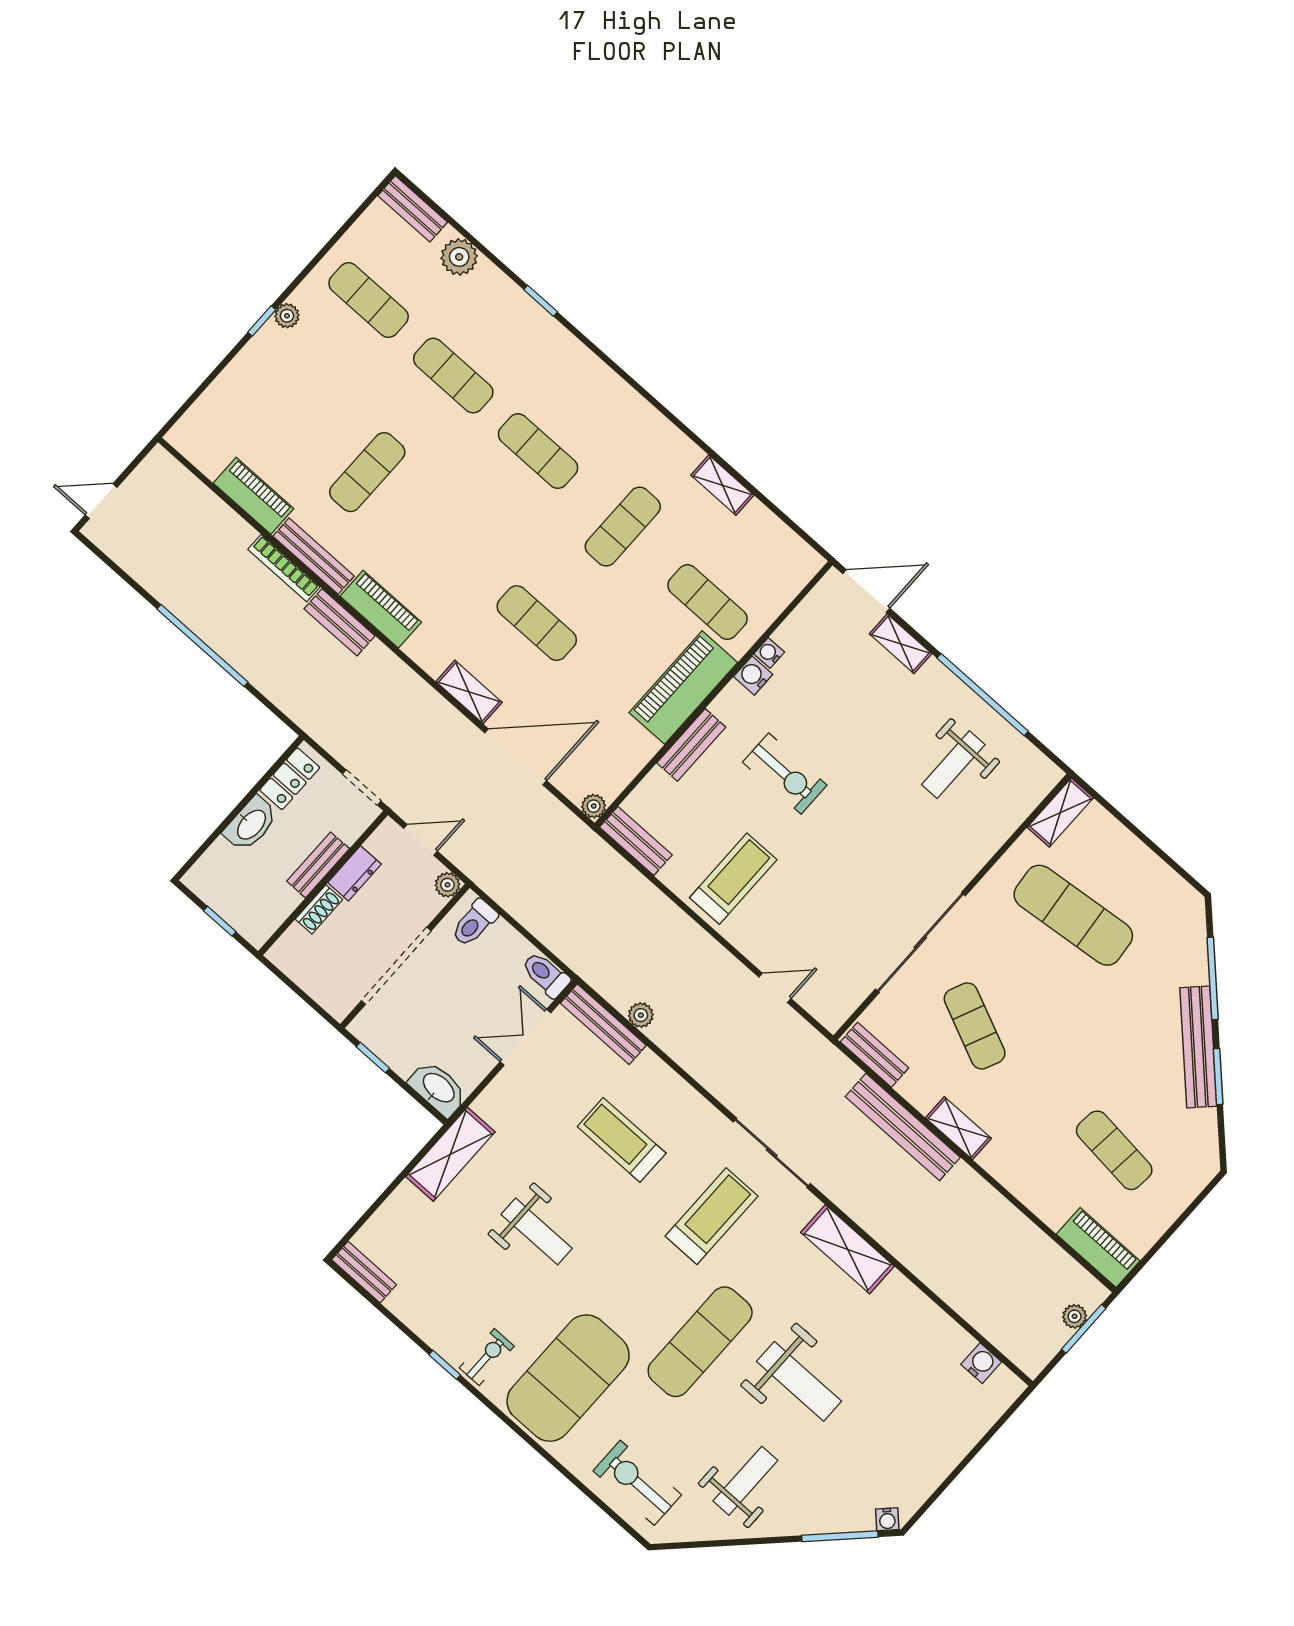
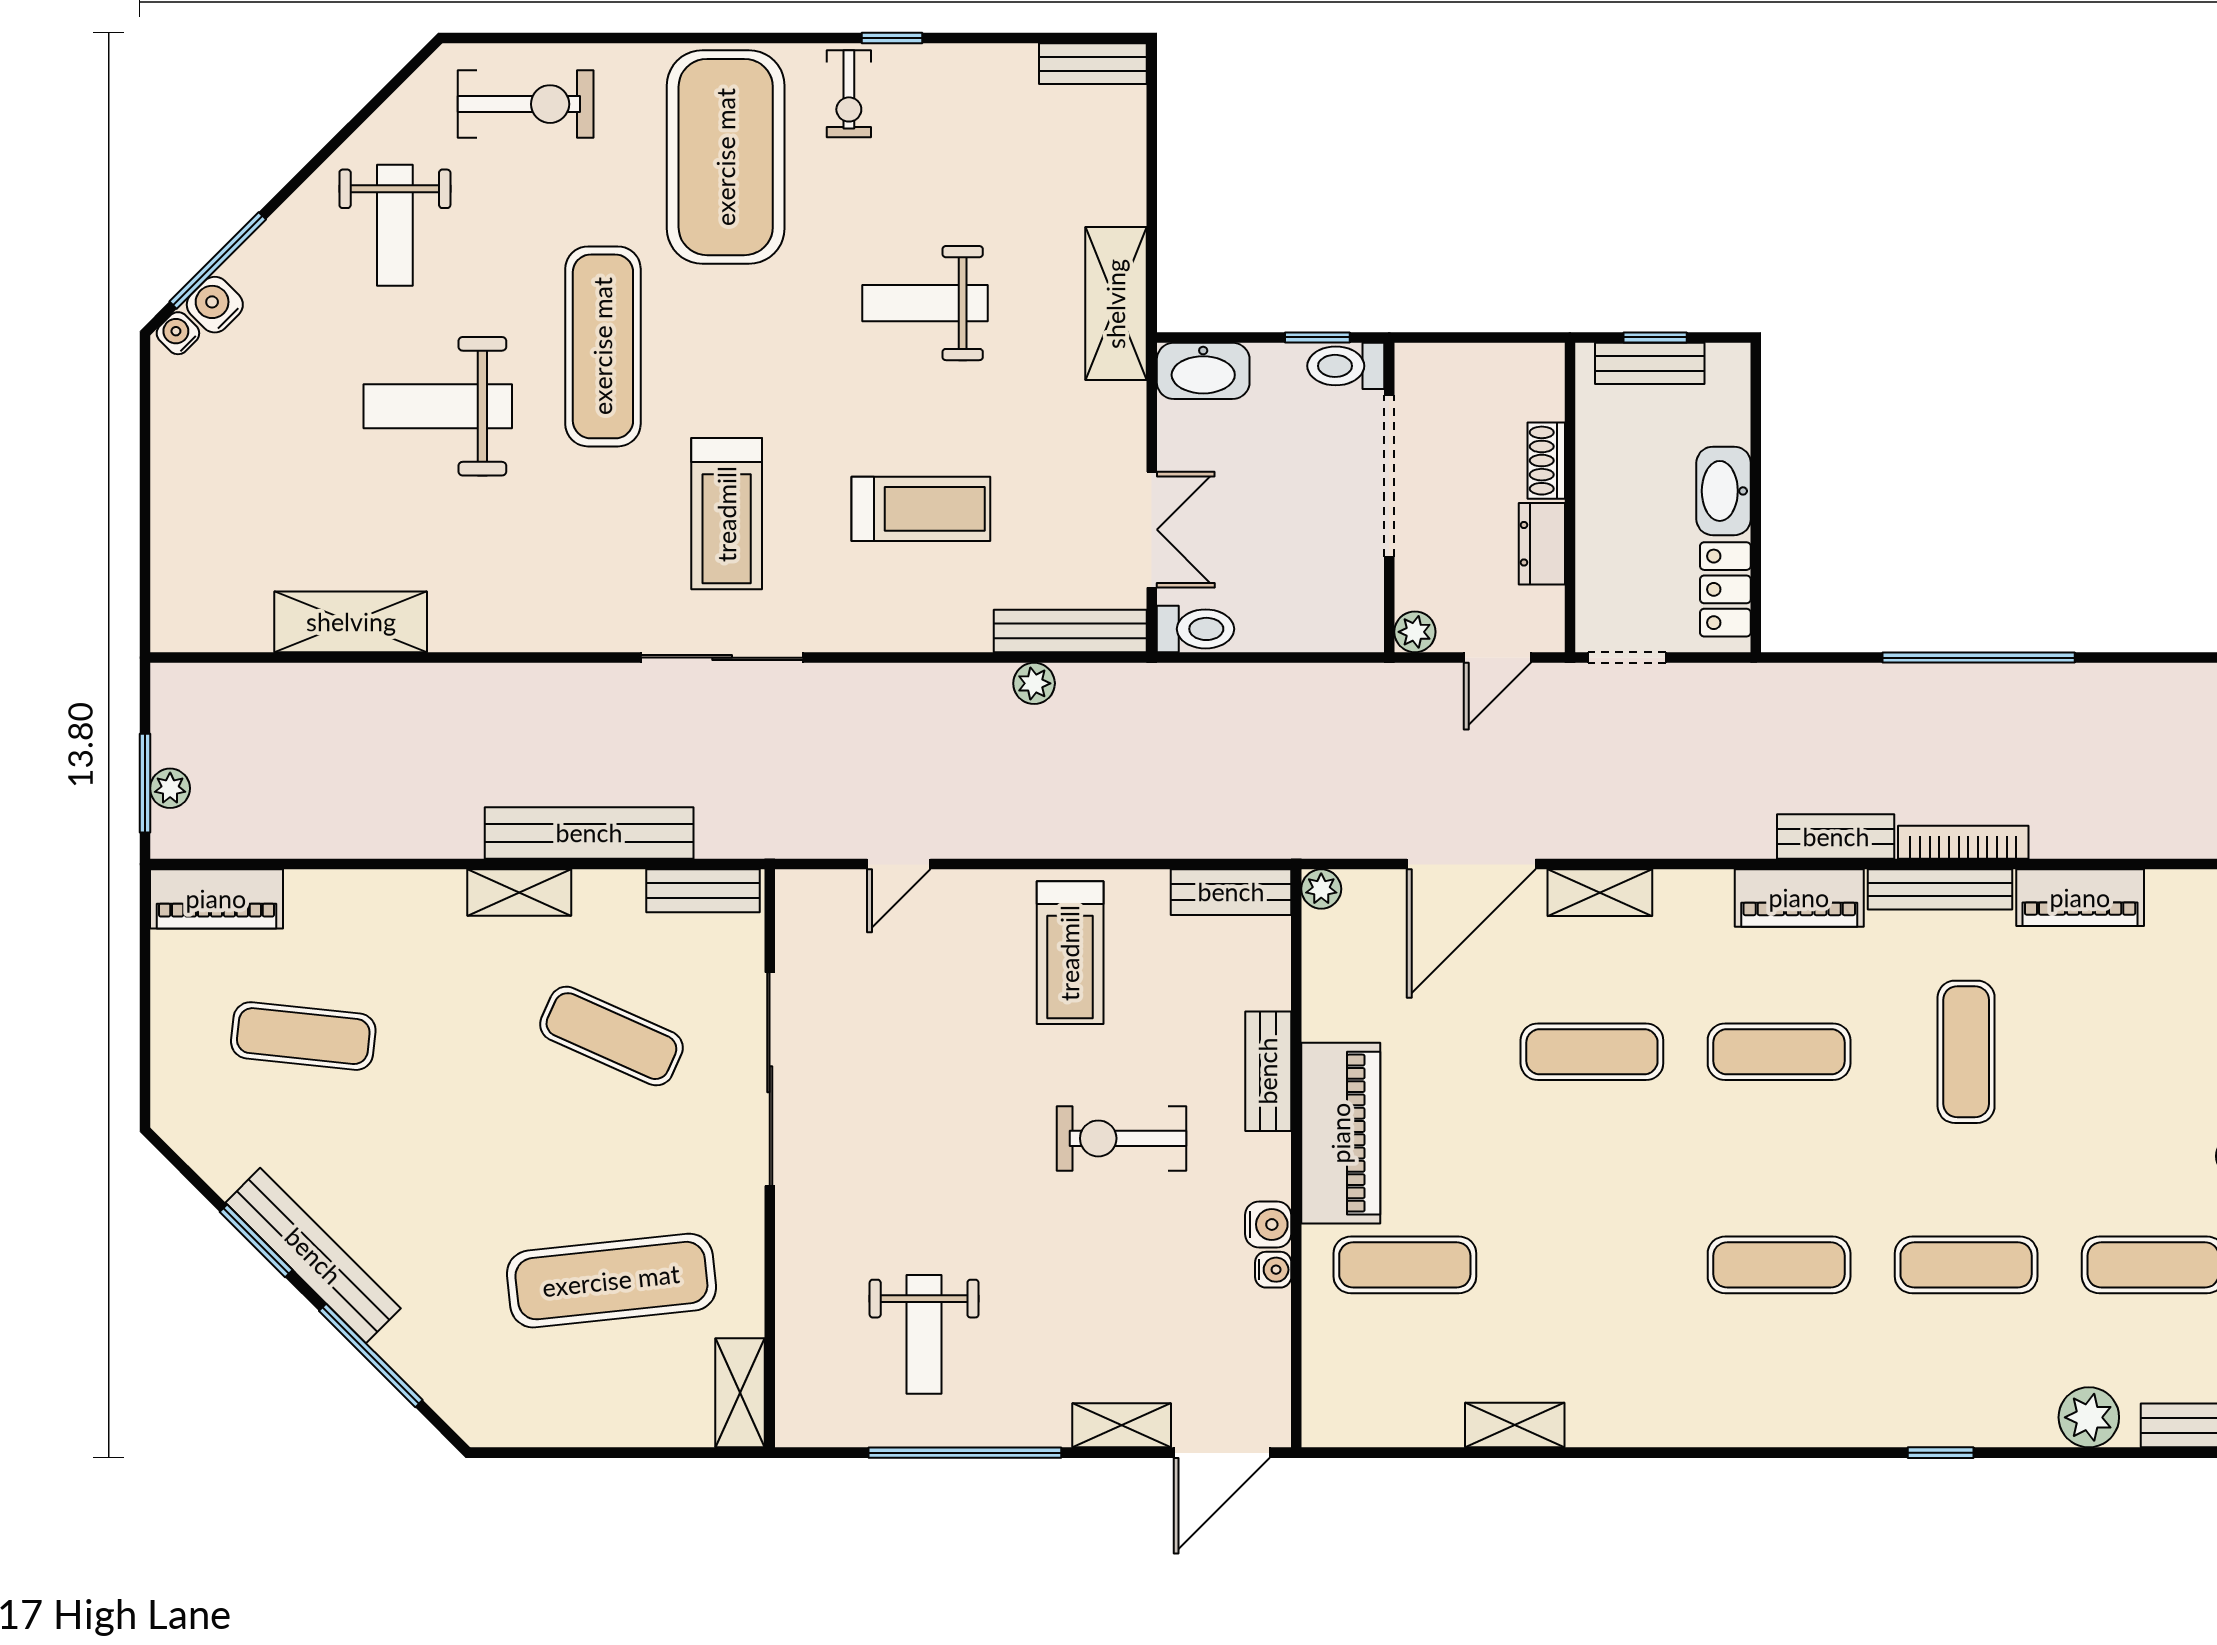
exercise mat: (623, 527) -> (1779, 1052), moved, turned 90
weight bench: (953, 765) -> (924, 1334), turned 180
bench: (318, 865) -> (1650, 363), moved, turned 90
toilet: (474, 923) -> (1346, 366), moved, turned -90
shelving: (847, 1249) -> (351, 622), moved
water cooler: (981, 1363) -> (215, 305), moved, turned 135

